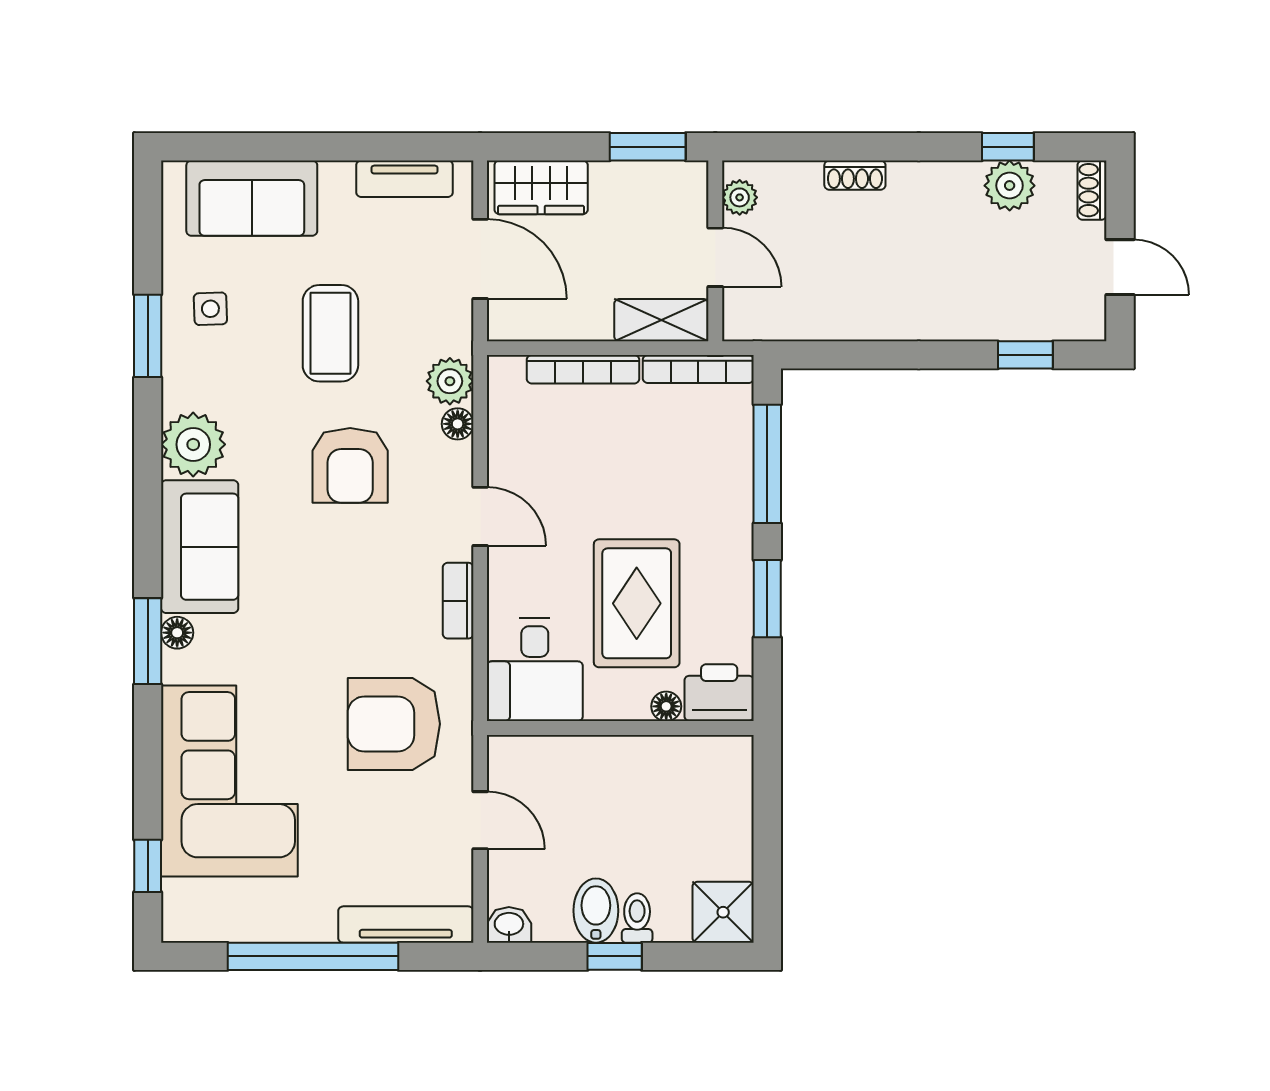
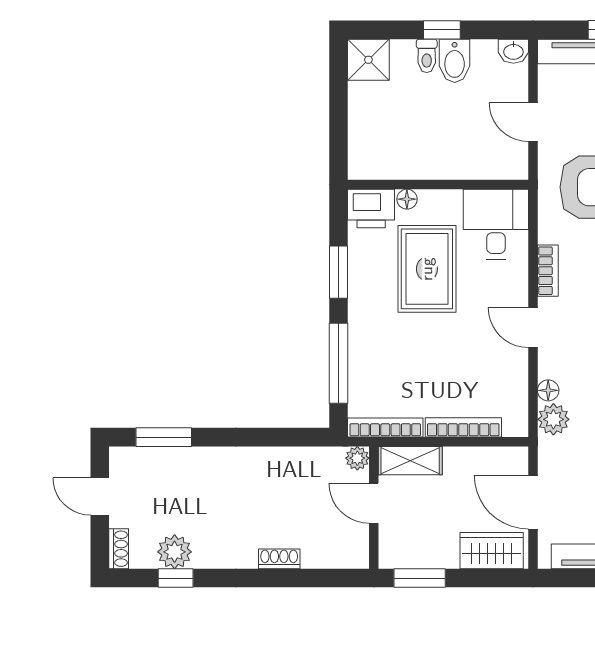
plant: (740, 197) -> (357, 458), moved
window: (1025, 355) -> (164, 437), width x1.50

